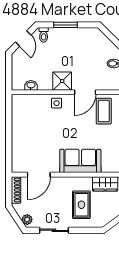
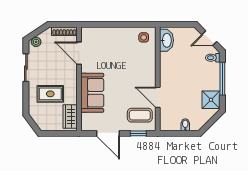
window: (66, 25) -> (222, 79), width x1.44
shower: (62, 81) -> (211, 100), moved
washbasin: (31, 85) -> (166, 40), width x1.91, depth x1.45
side table: (57, 103) -> (144, 37), moved

